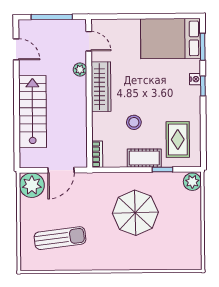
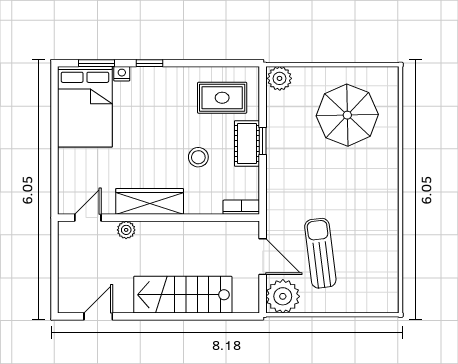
window: (52, 17) -> (54, 268), removed
nightstand: (195, 79) -> (122, 74), moved
window: (162, 169) -> (263, 141), moved
parasol: (135, 213) -> (347, 115), moved
sun lounger: (60, 238) -> (320, 253), moved

